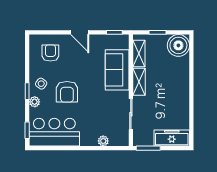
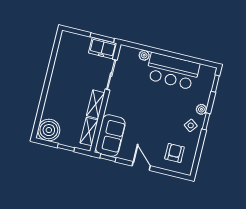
armchair: (50, 53) -> (175, 153), turned 180
sofa: (117, 70) -> (110, 136), moved
armchair: (67, 92) -> (168, 111), removed
bar counter: (54, 132) -> (173, 71), moved
freezer: (172, 138) -> (103, 48), moved, width x0.71

